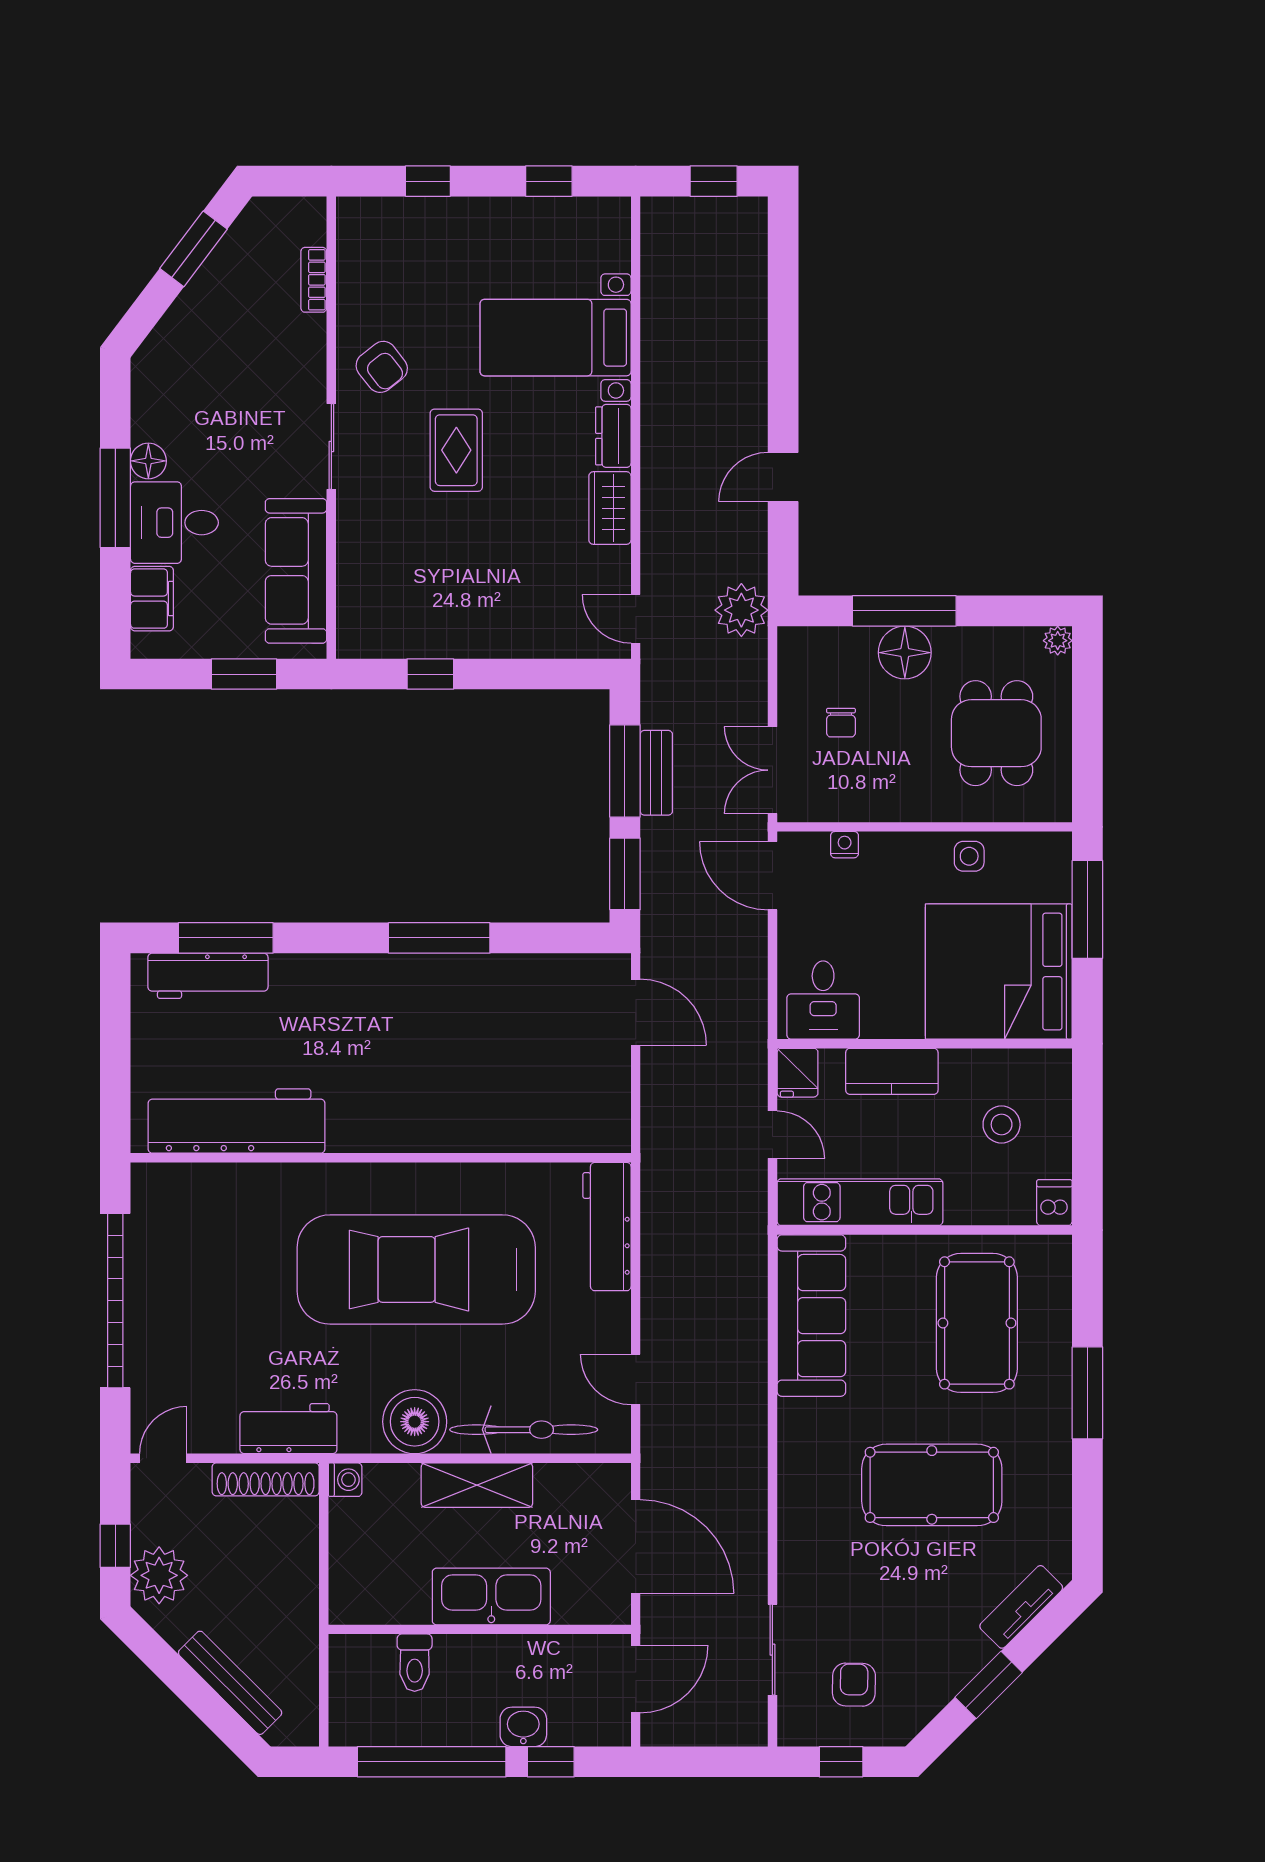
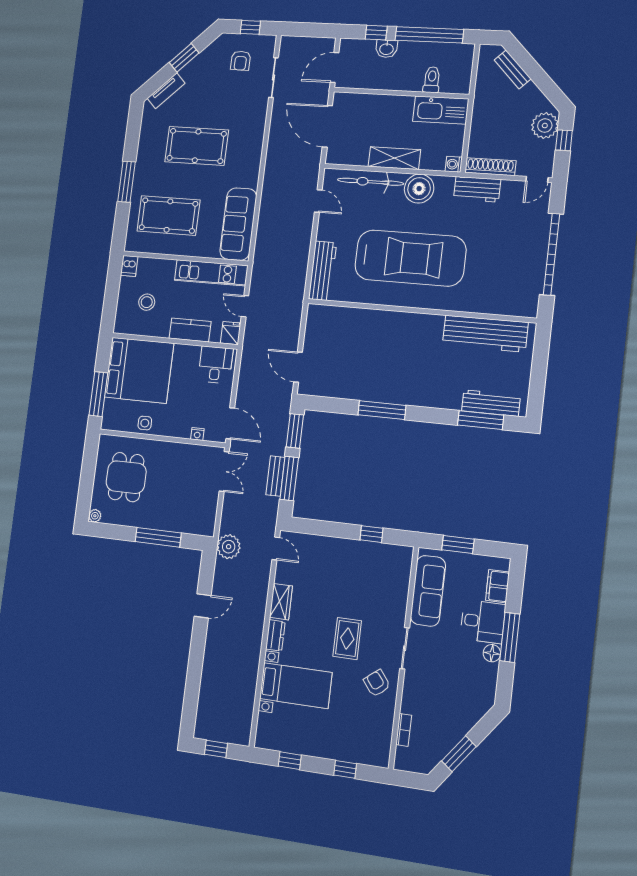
floor lamp: (905, 653) -> (160, 518), removed
chair: (841, 723) -> (192, 490), removed
pool table: (977, 1323) -> (168, 216), turned 90
kitchen sink: (491, 1597) -> (441, 110), moved
bench: (230, 1683) -> (513, 69), width x0.73

